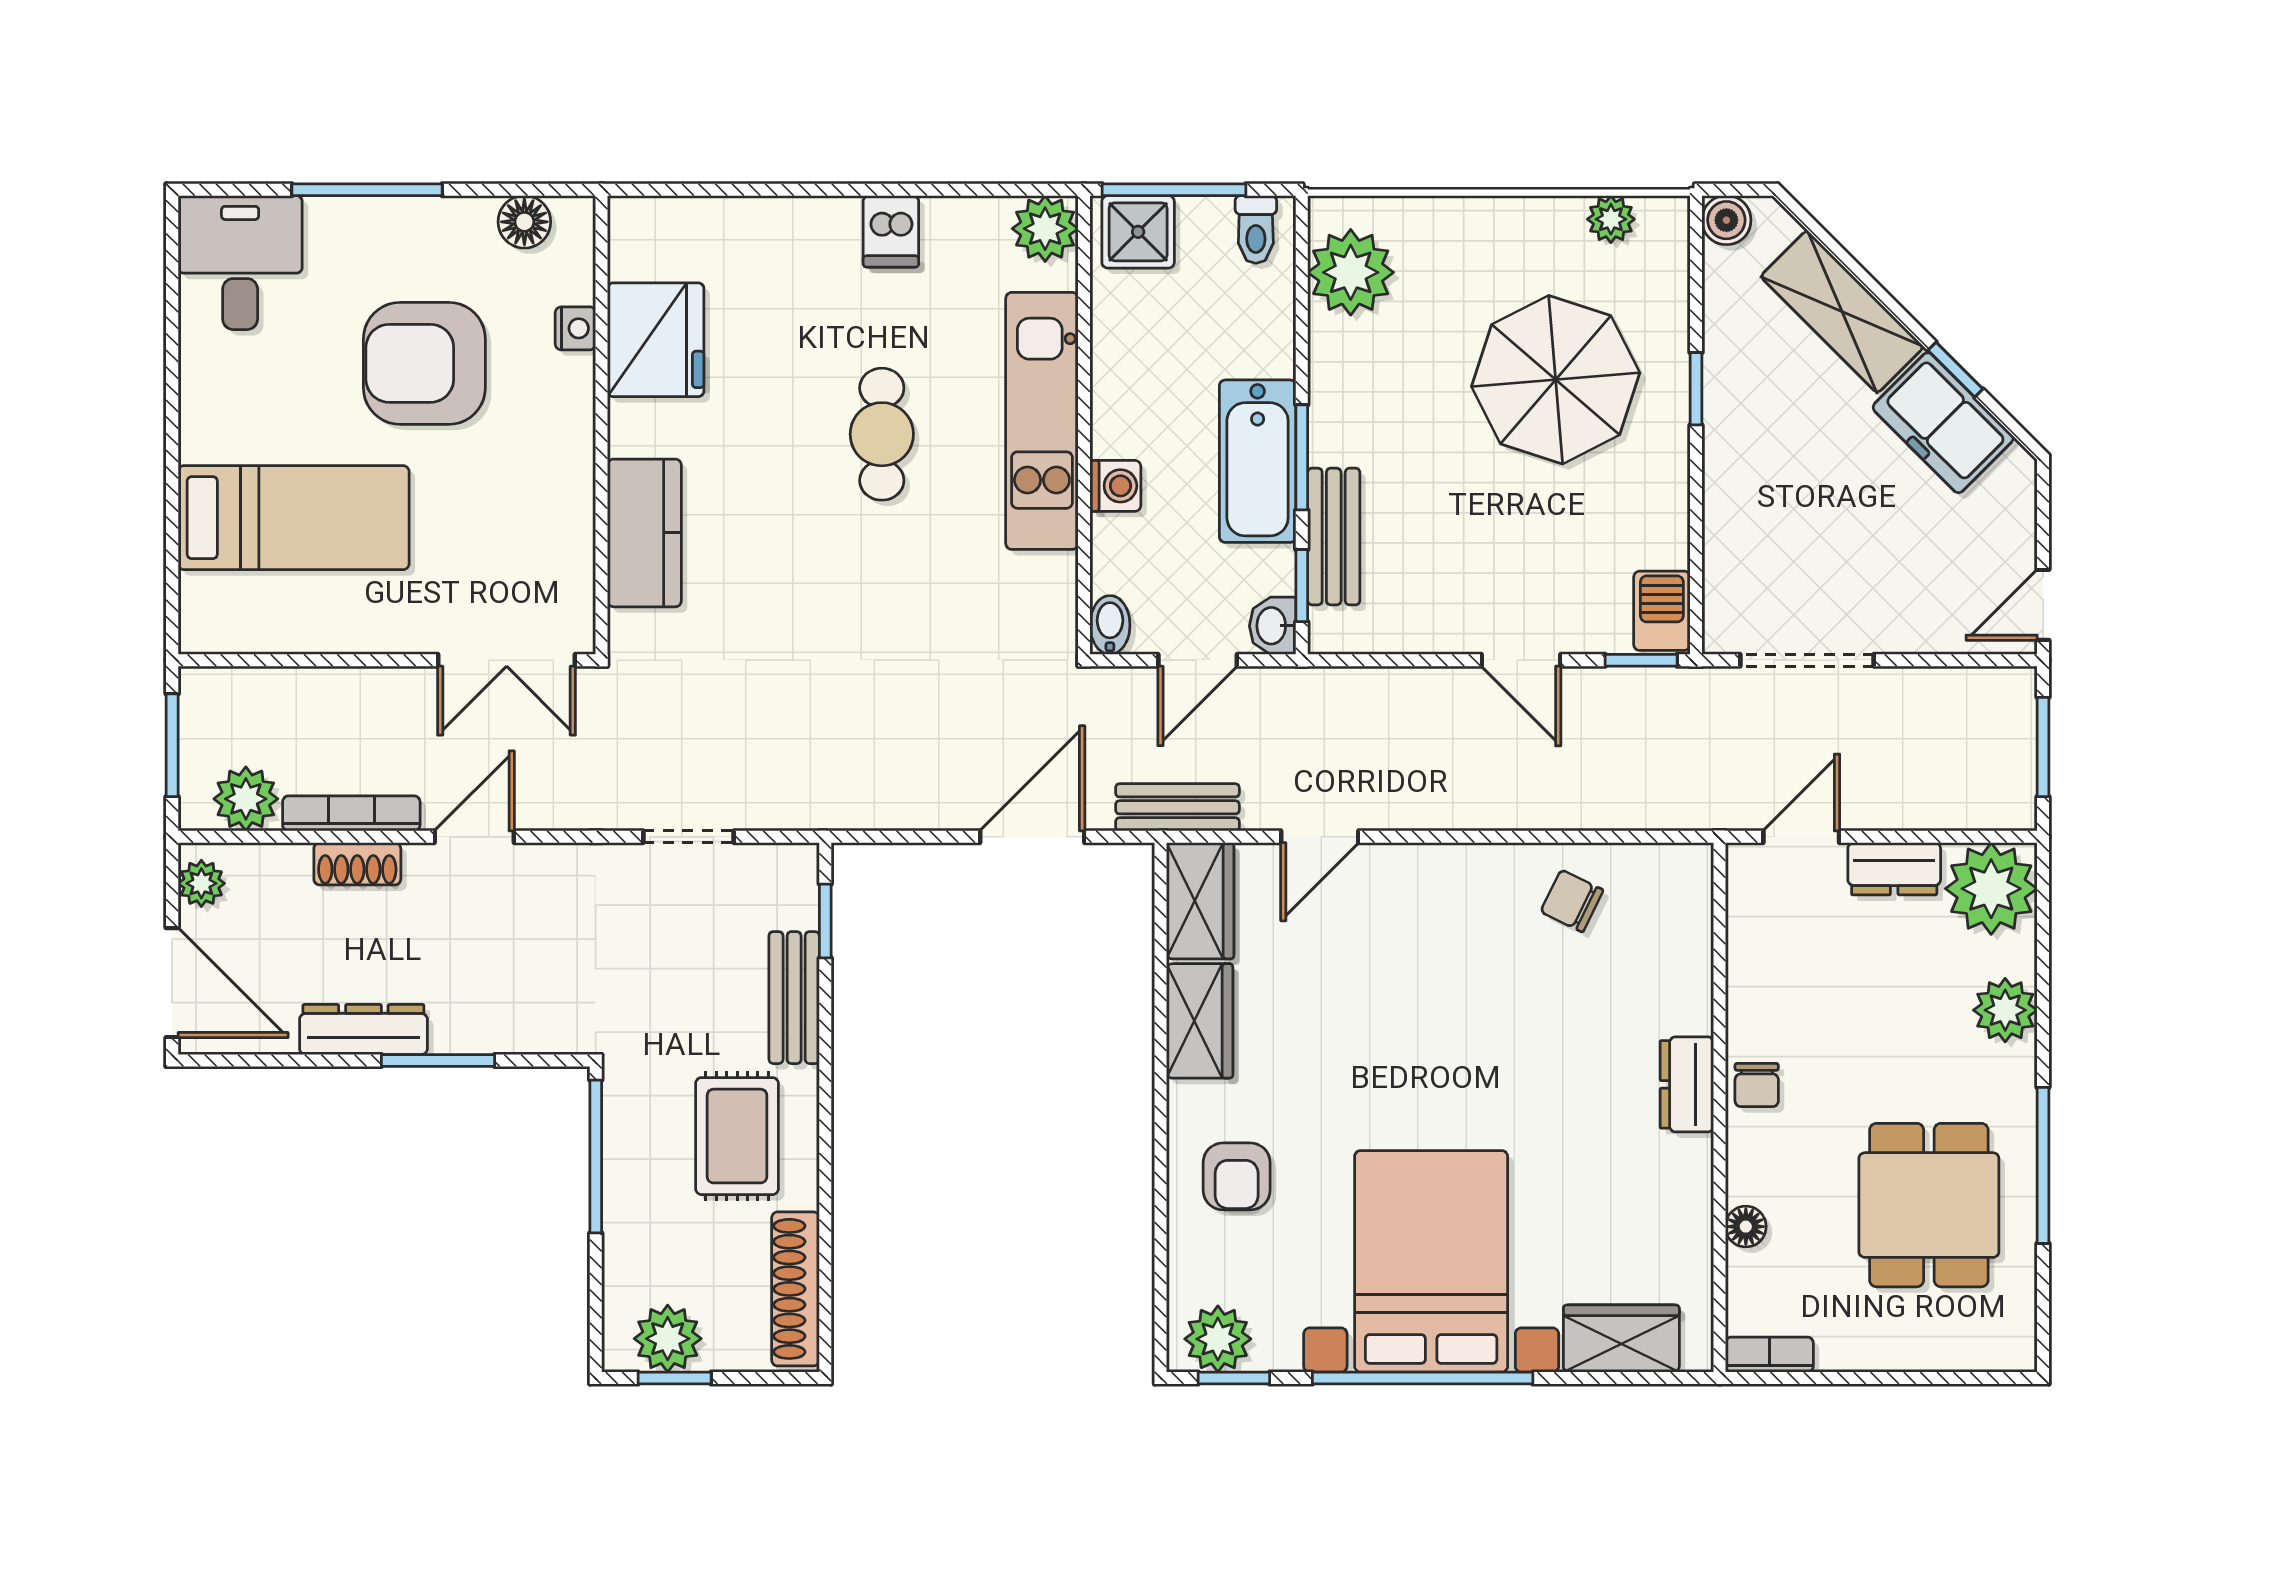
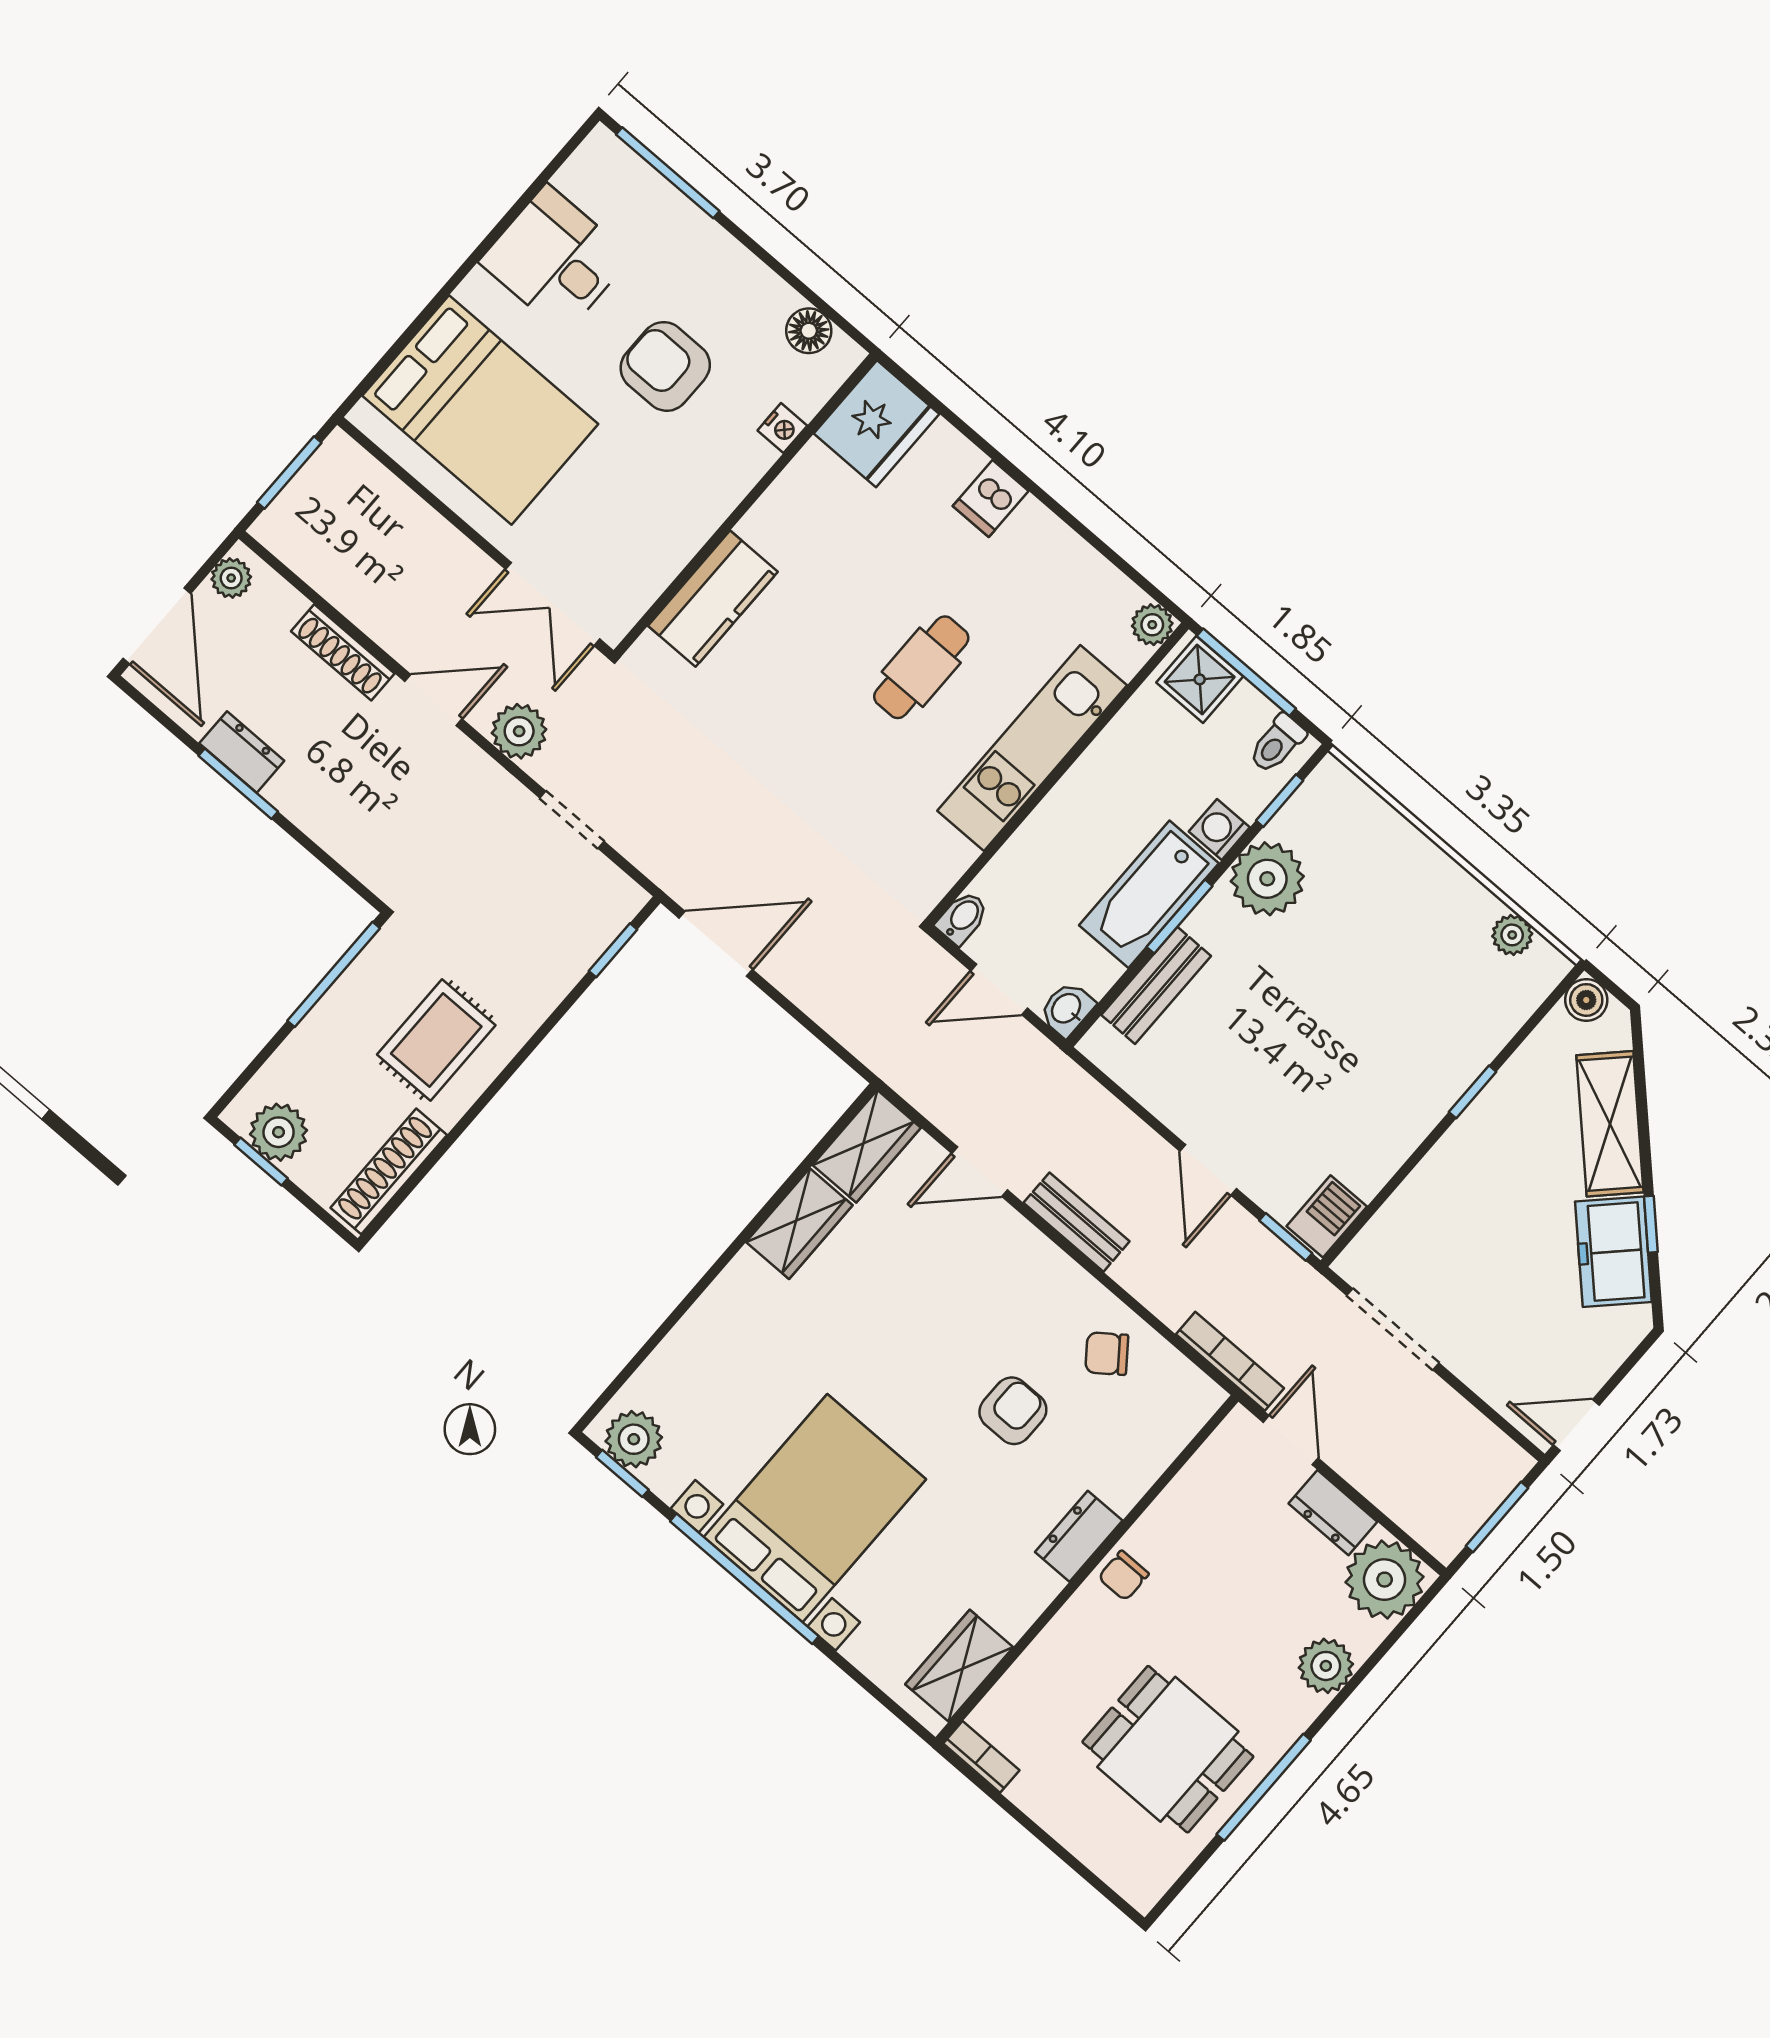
window: (367, 190) -> (668, 173), moved
plant: (1045, 229) -> (1152, 625), width x0.73, depth x0.73
dishwasher: (891, 231) -> (991, 499), moved
desk: (240, 263) -> (555, 259), moved, turned -90
plant: (1351, 272) -> (1267, 879), moved
fridge: (656, 340) -> (877, 424), moved
armchair: (424, 363) -> (665, 366), width x0.73, depth x0.73
parasol: (1556, 380) -> (1387, 1008), removed
washing machine: (1115, 486) -> (1219, 829), moved, turned 180
bed: (294, 518) -> (480, 410), width x1.50
window: (1302, 586) -> (1280, 801), moved
plant: (246, 799) -> (519, 731), moved
bench: (1177, 807) -> (1077, 1222), moved
bookcase: (351, 813) -> (1230, 1361), moved
door: (1032, 837) -> (716, 944), moved
door: (1801, 837) -> (1291, 1440), hinge flipped
shoe rack: (357, 864) -> (343, 652), width x1.43
chair: (1572, 901) -> (1107, 1354), turned -63
bench: (794, 998) -> (550, 982), removed
dresser: (363, 1030) -> (242, 752), width x0.70
window: (438, 1060) -> (238, 784), moved
armchair: (1237, 1176) -> (1013, 1411), moved, turned 180
dining table: (1929, 1205) -> (1168, 1749), turned 90
floor lamp: (1746, 1227) -> (1038, 1661), removed
wardrobe: (1621, 1339) -> (959, 1666), moved, turned -90

